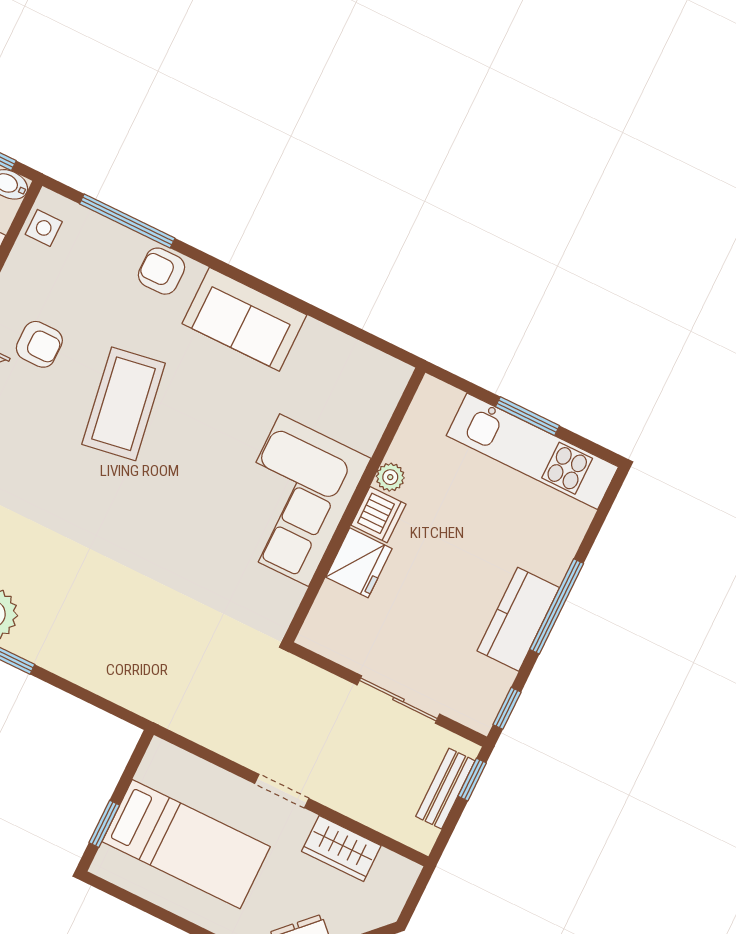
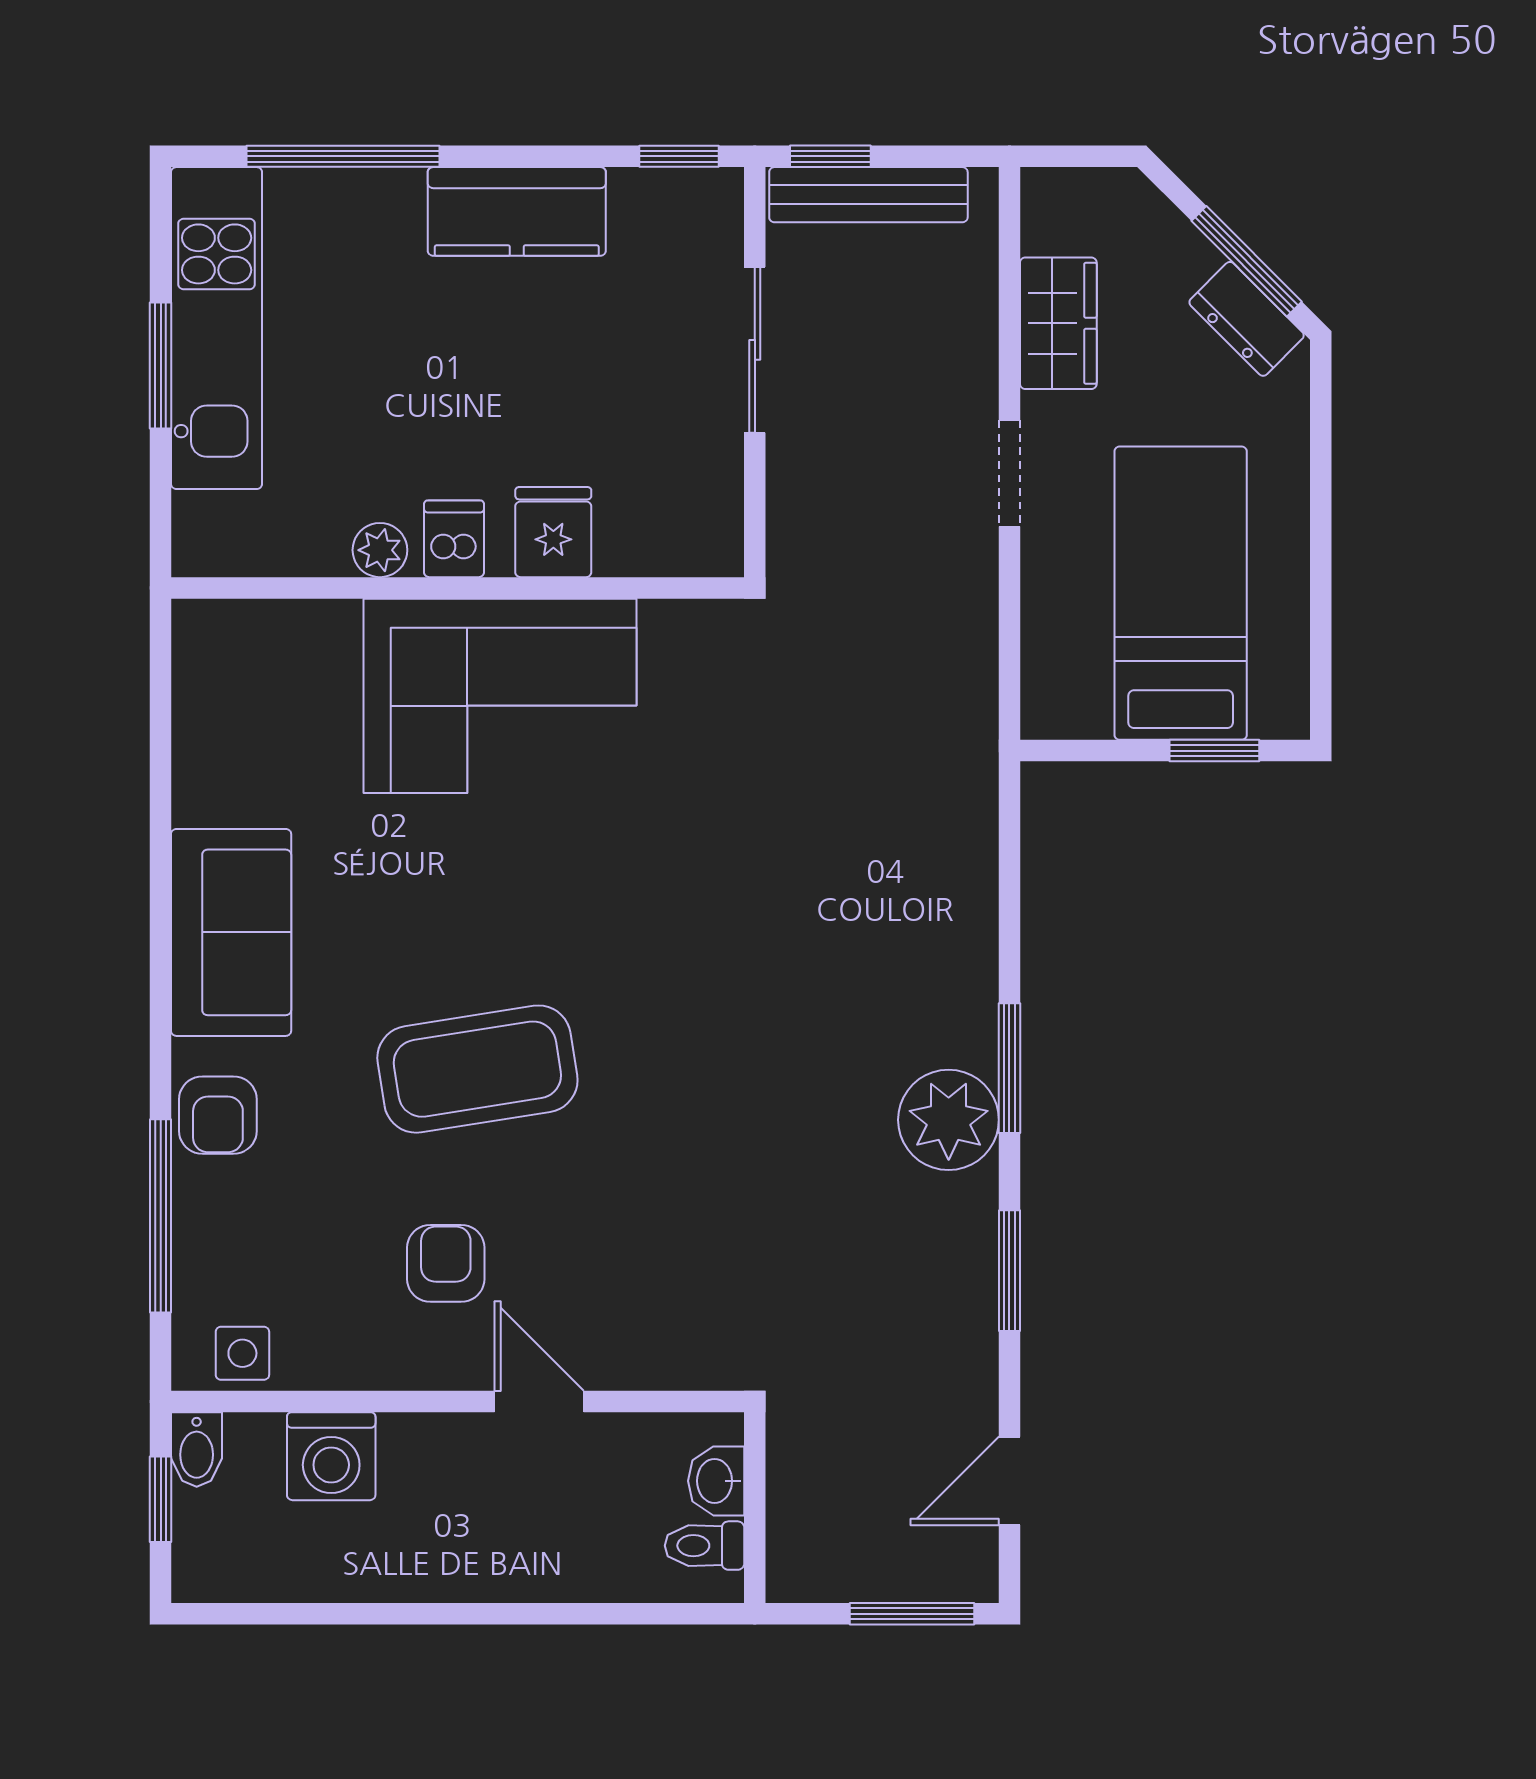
dishwasher: (379, 515) -> (454, 539), width x0.73
fridge: (359, 563) -> (553, 532), width x0.72
window: (557, 606) -> (343, 156), moved
bench: (445, 789) -> (868, 195), width x1.36

